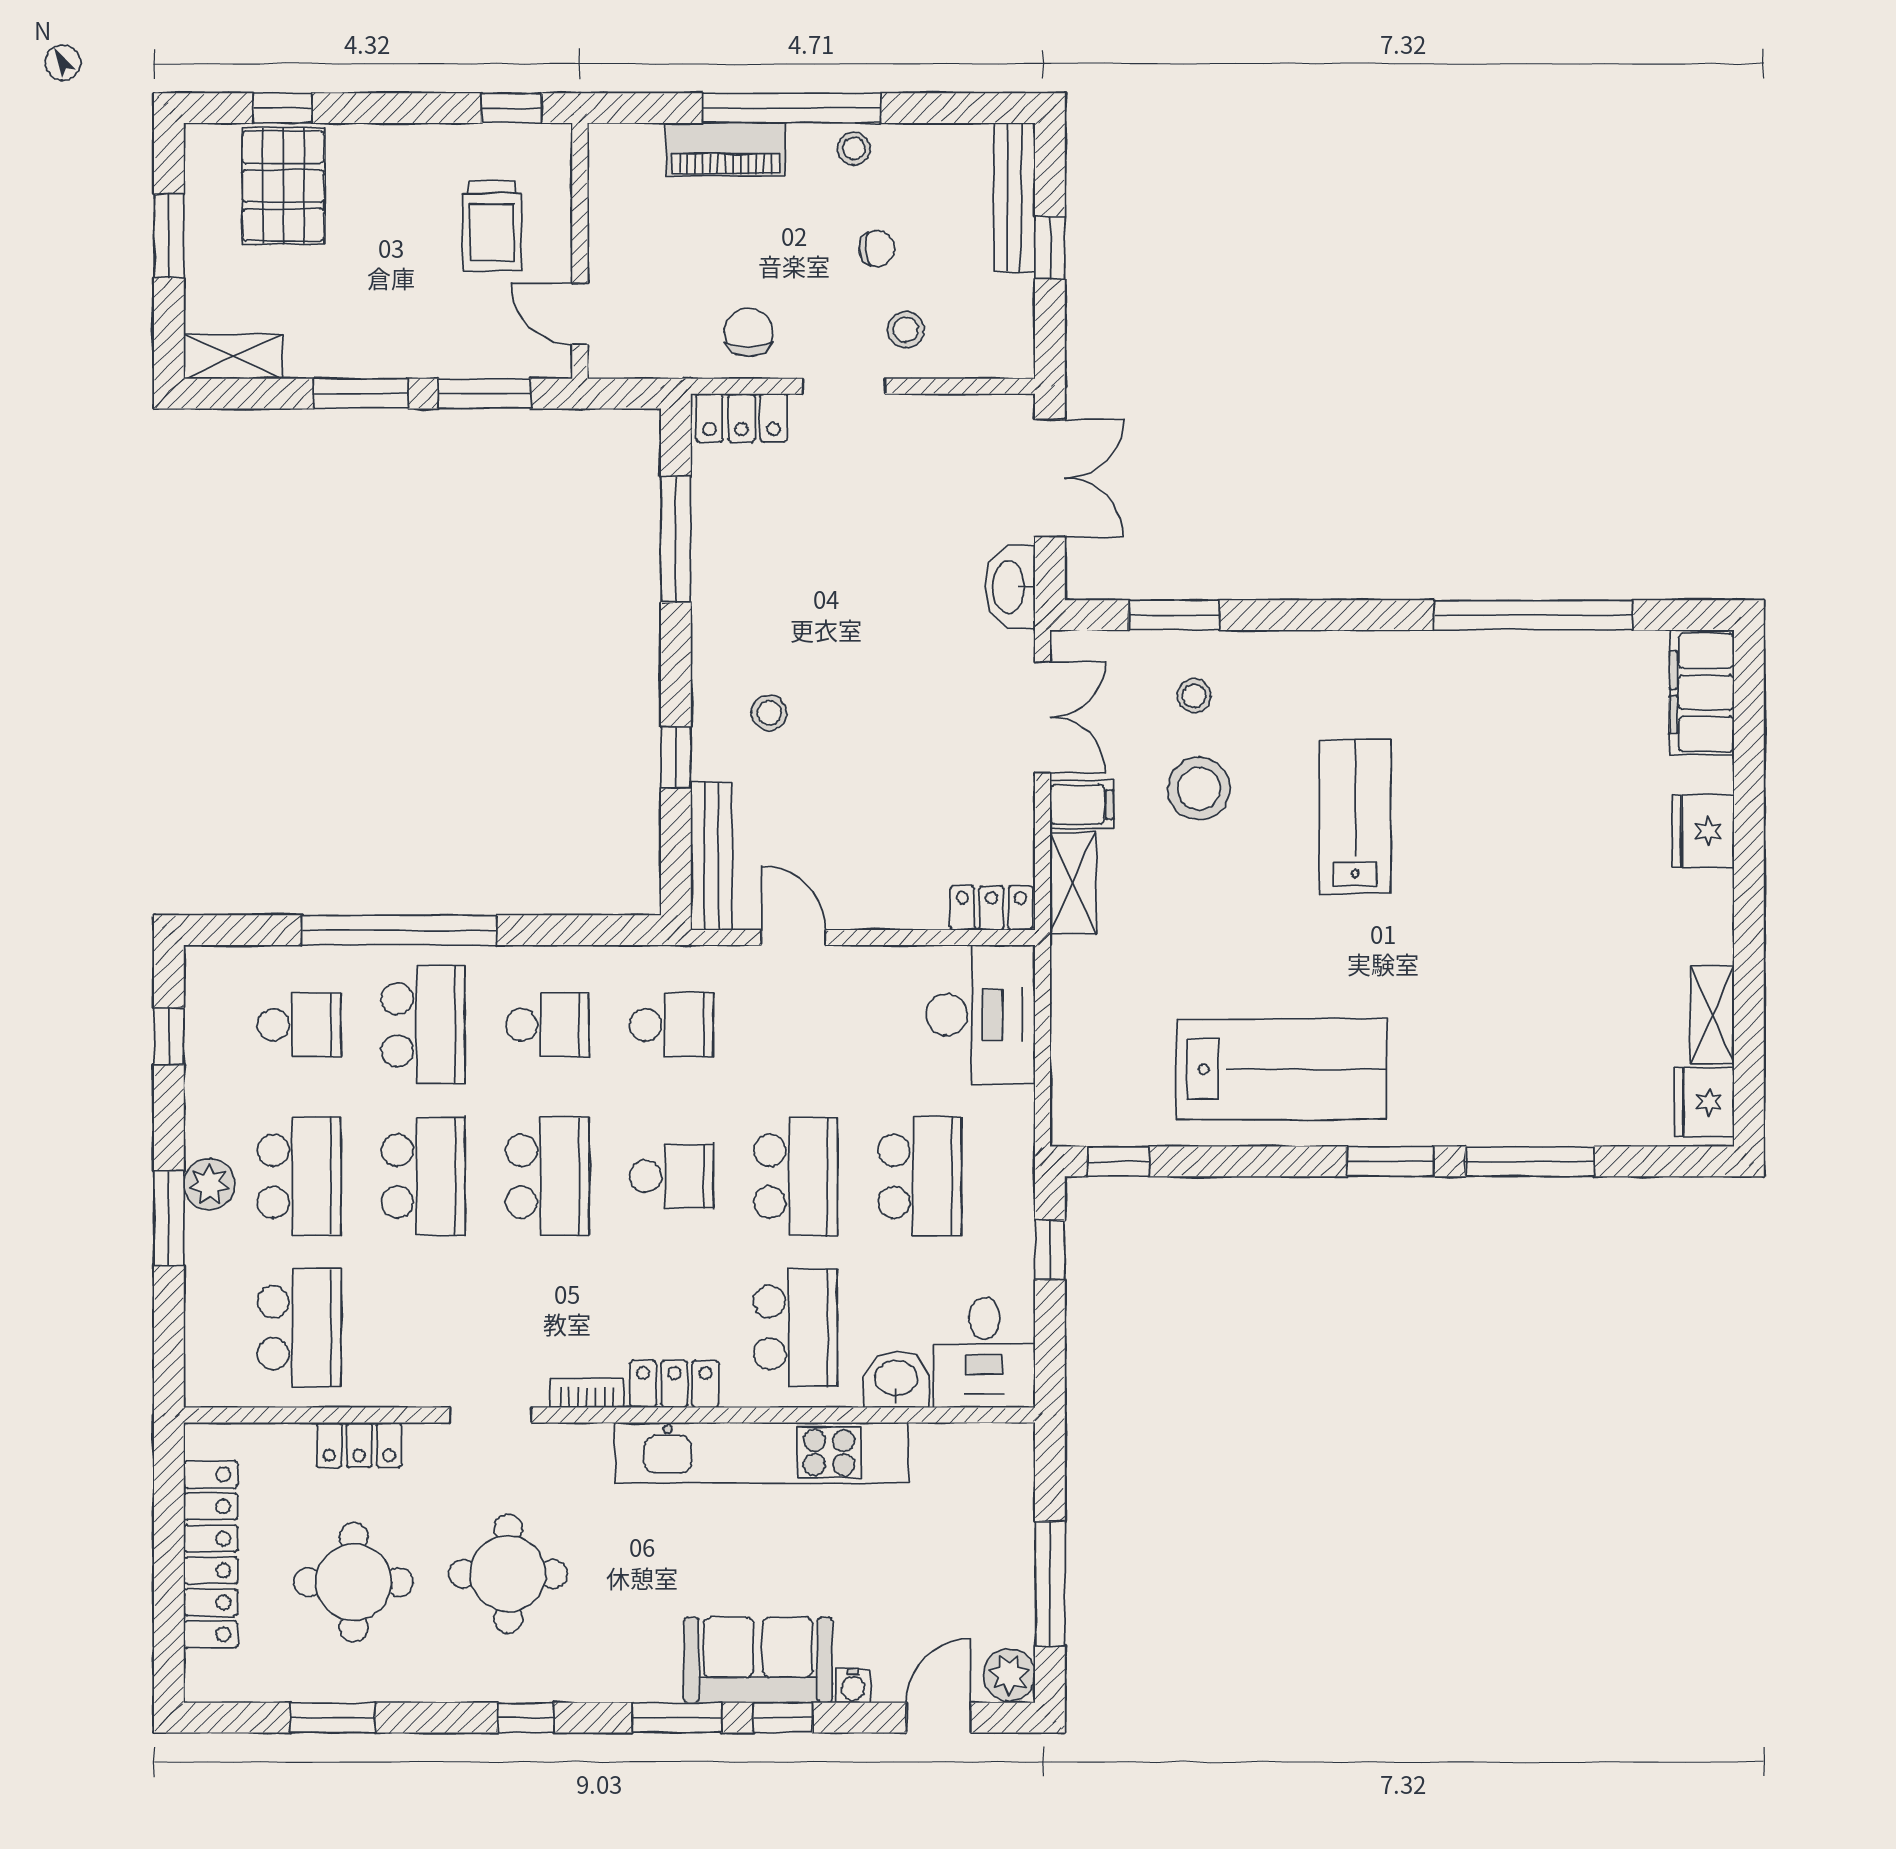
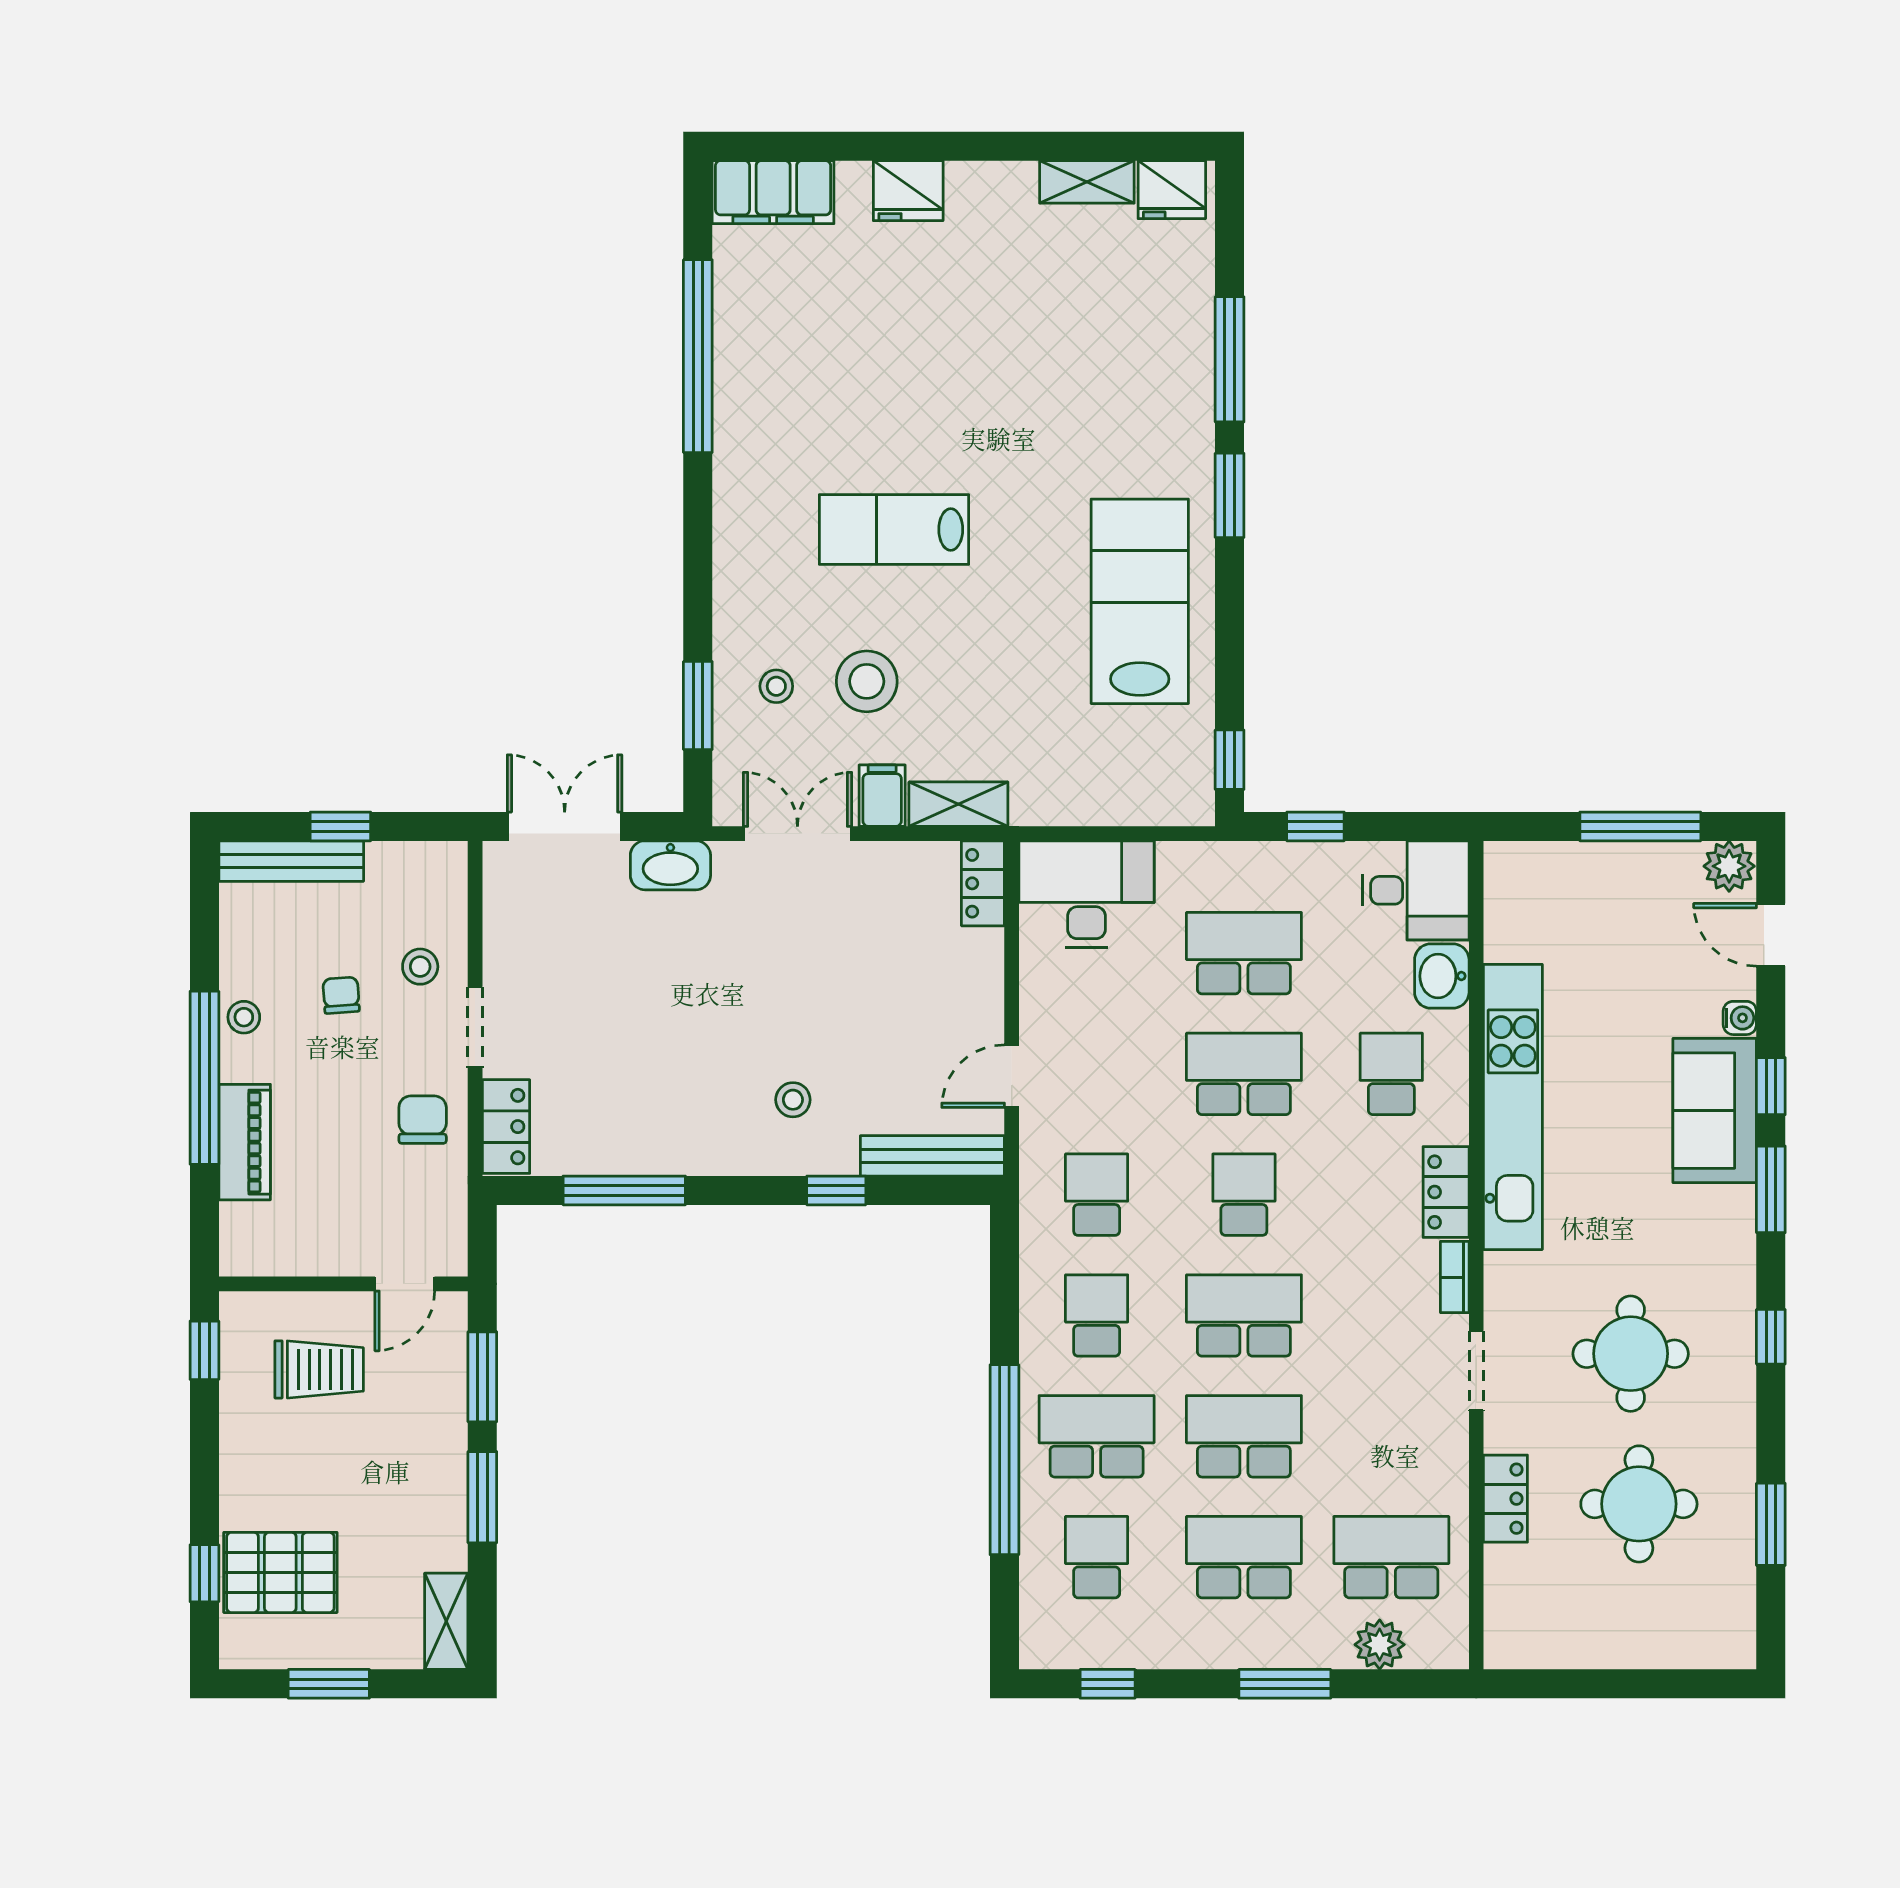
chair: (749, 332) -> (423, 1120), turned 90
plant: (209, 1184) -> (1380, 1645), moved
school desk: (796, 1328) -> (1391, 1074), width x0.54
locker: (211, 1554) -> (1612, 1643), removed

